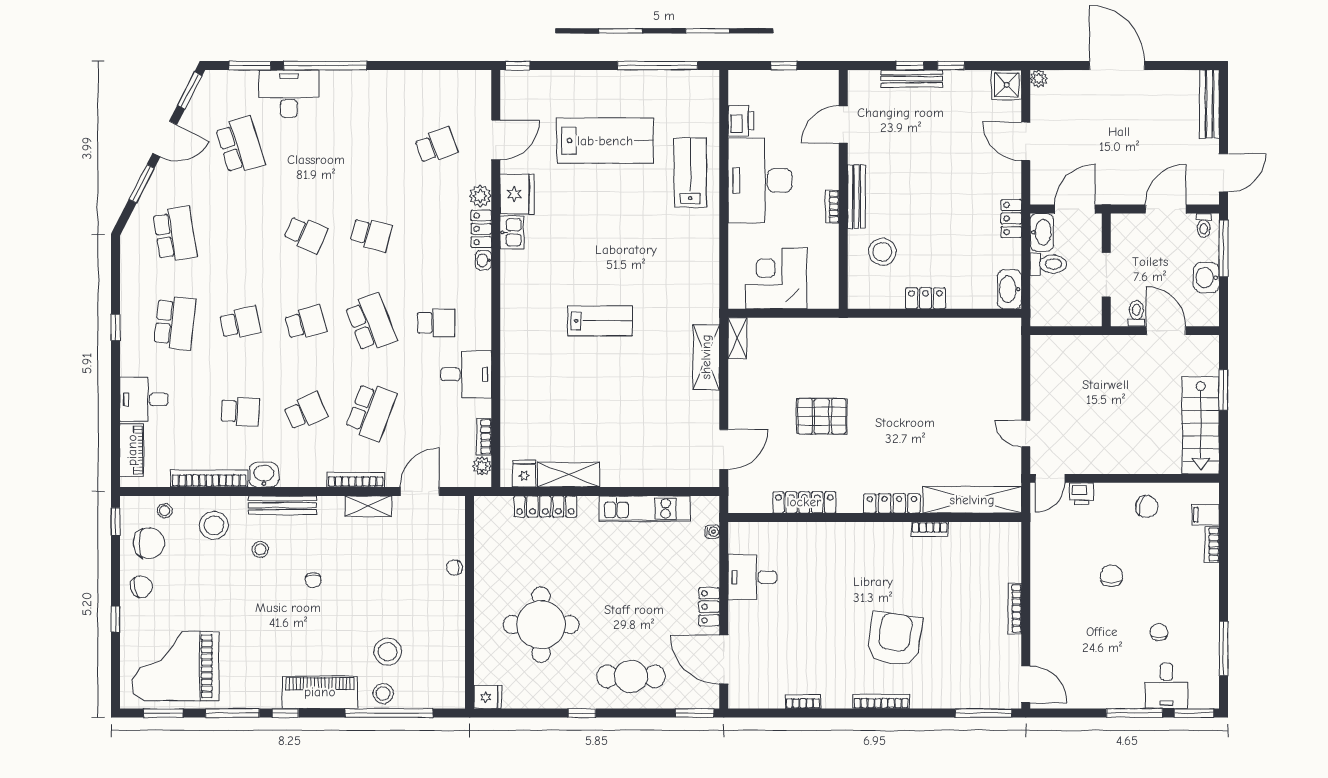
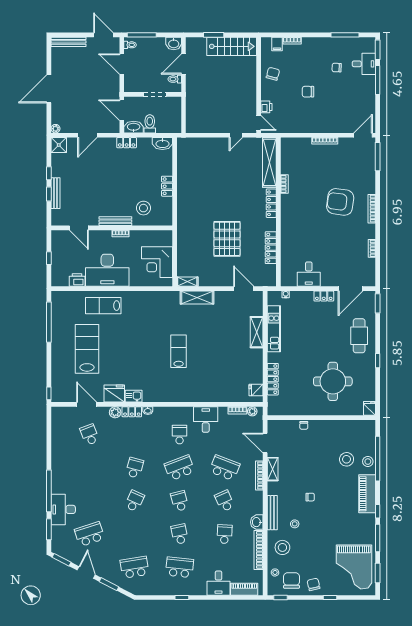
washbasin: (1206, 278) -> (174, 44), moved
pallet: (822, 416) -> (227, 239), width x1.37, depth x1.41
shelving: (568, 475) -> (257, 332), moved

